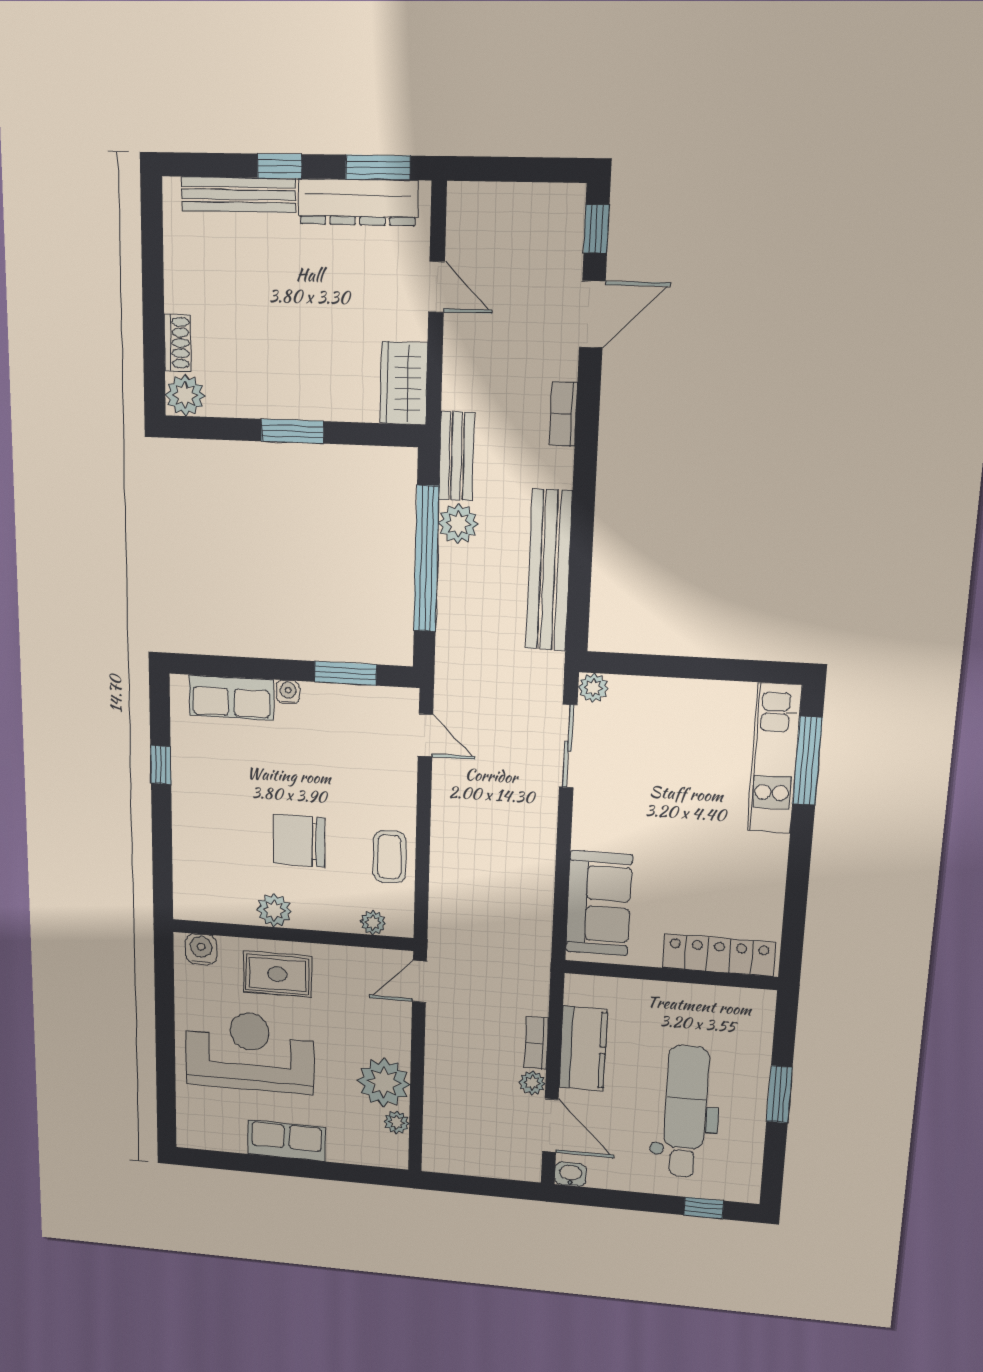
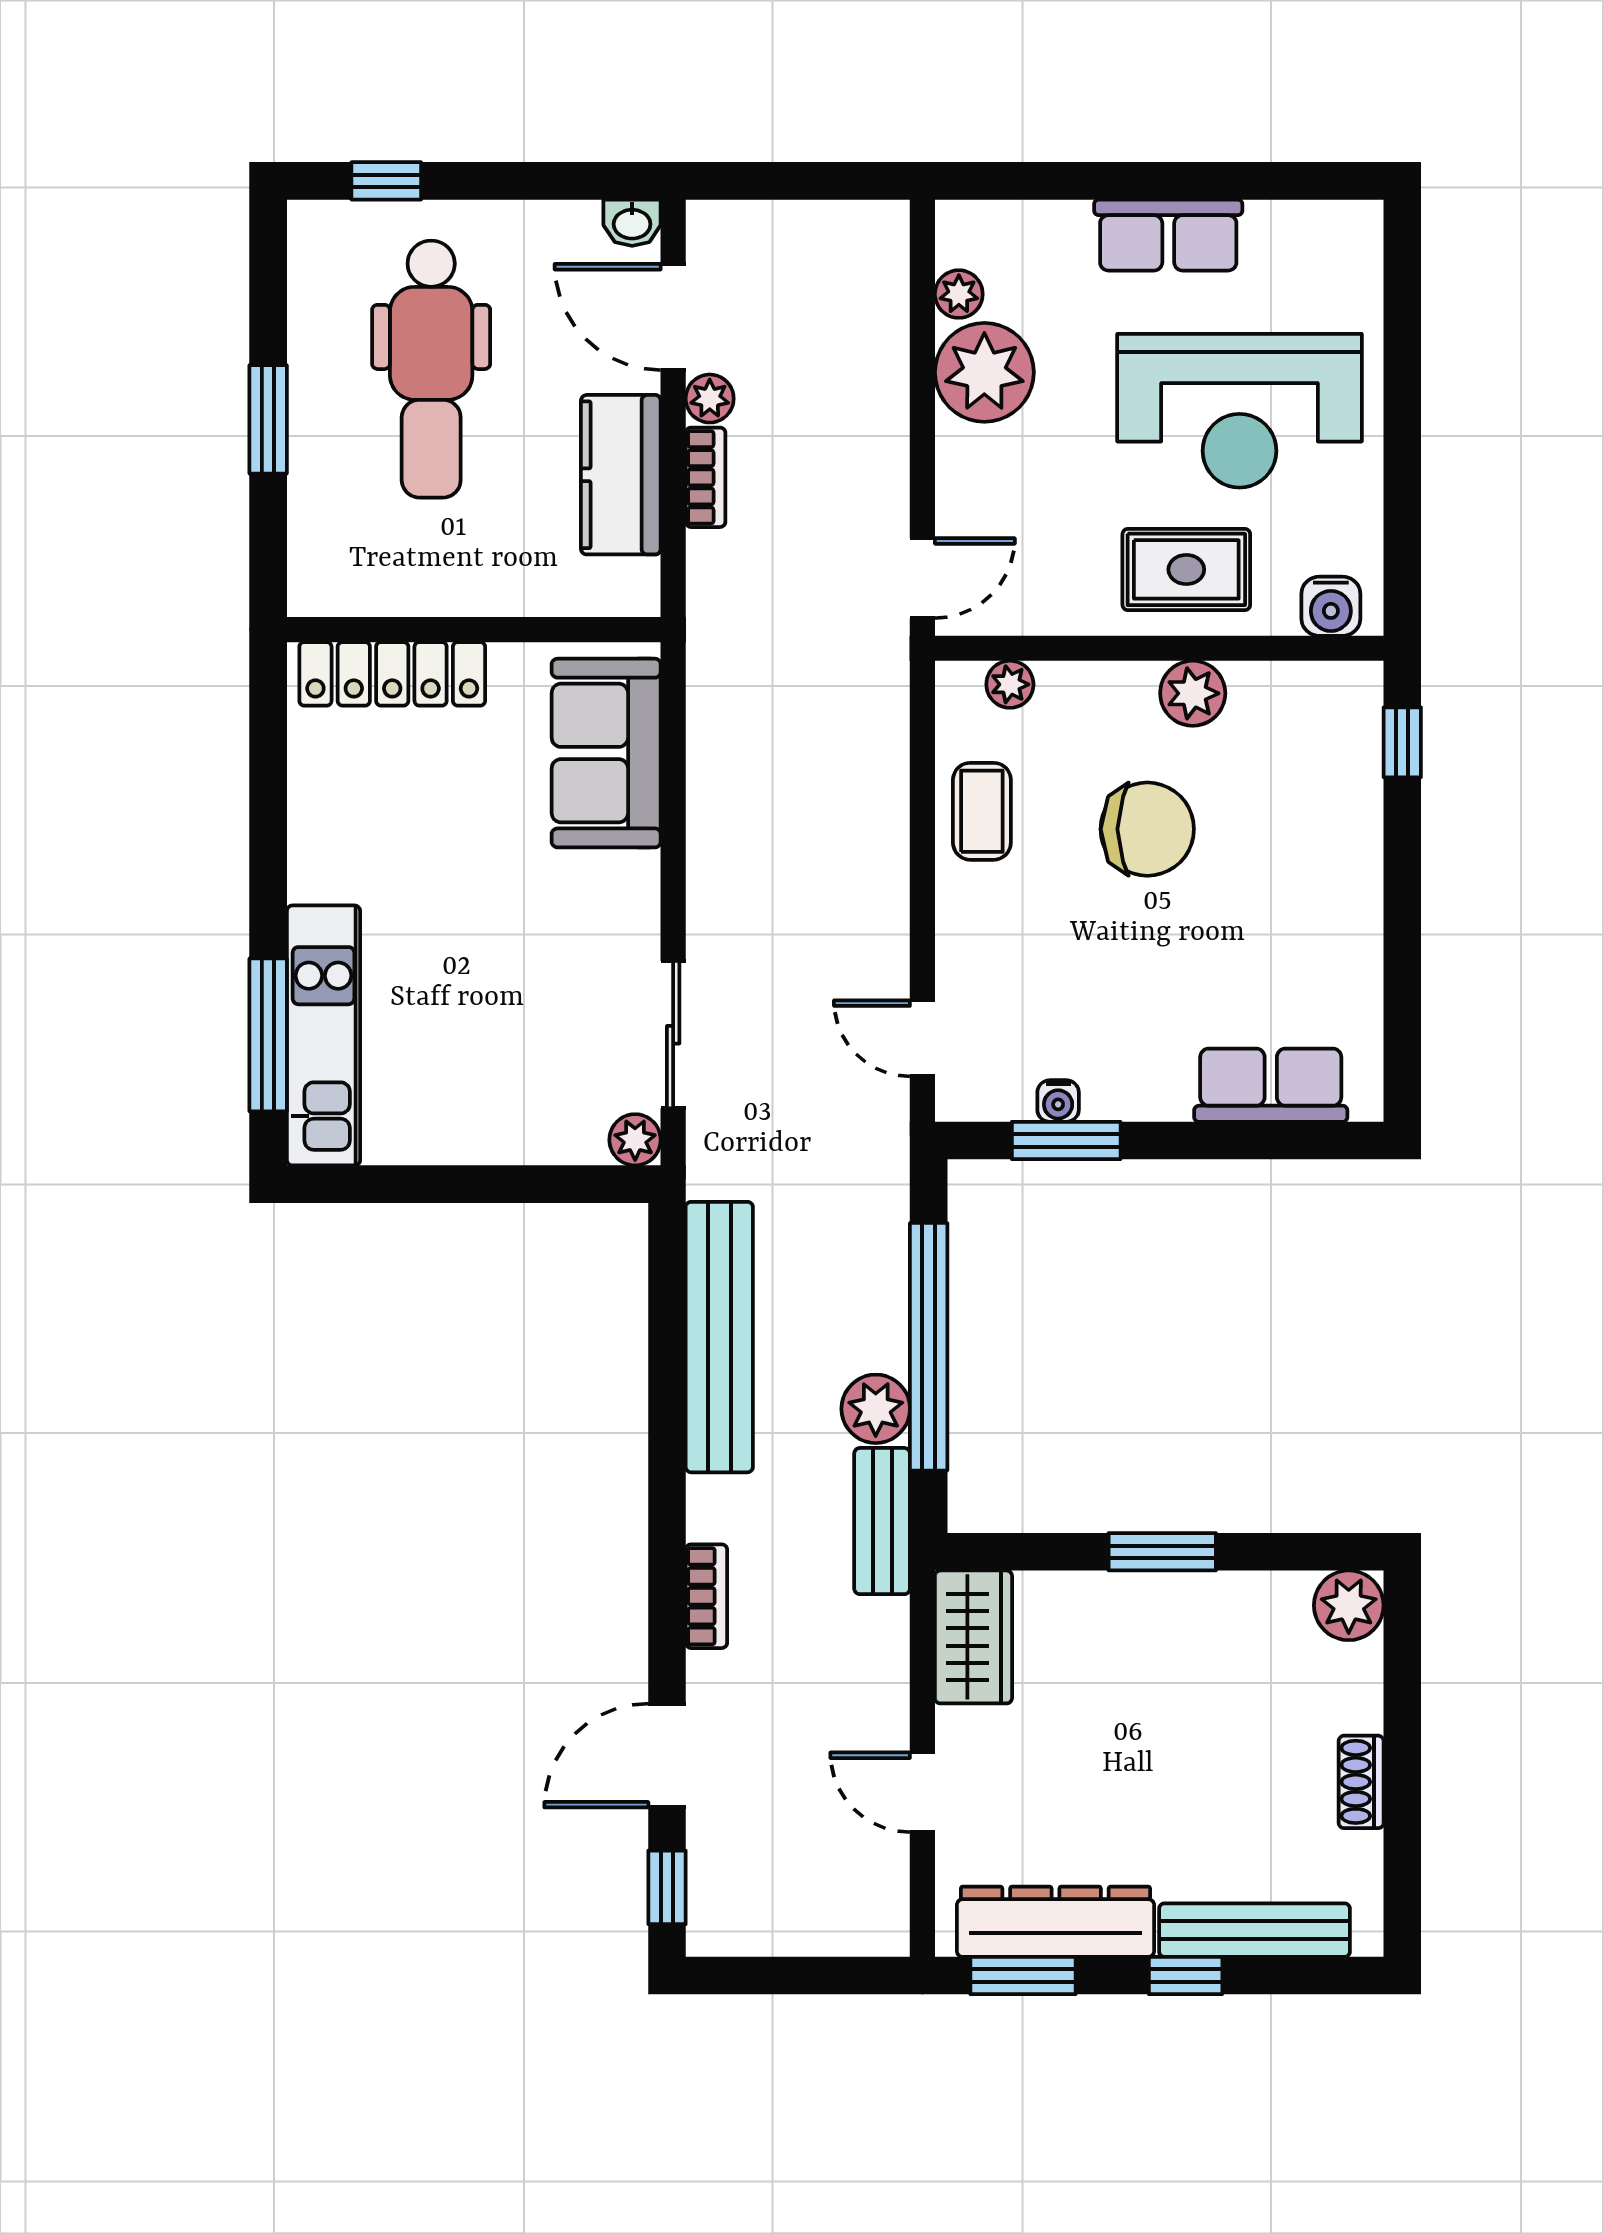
shoe rack: (177, 343) -> (1361, 1782), moved
water cooler: (288, 692) -> (1058, 1101), moved
window: (161, 765) -> (1402, 742), moved

